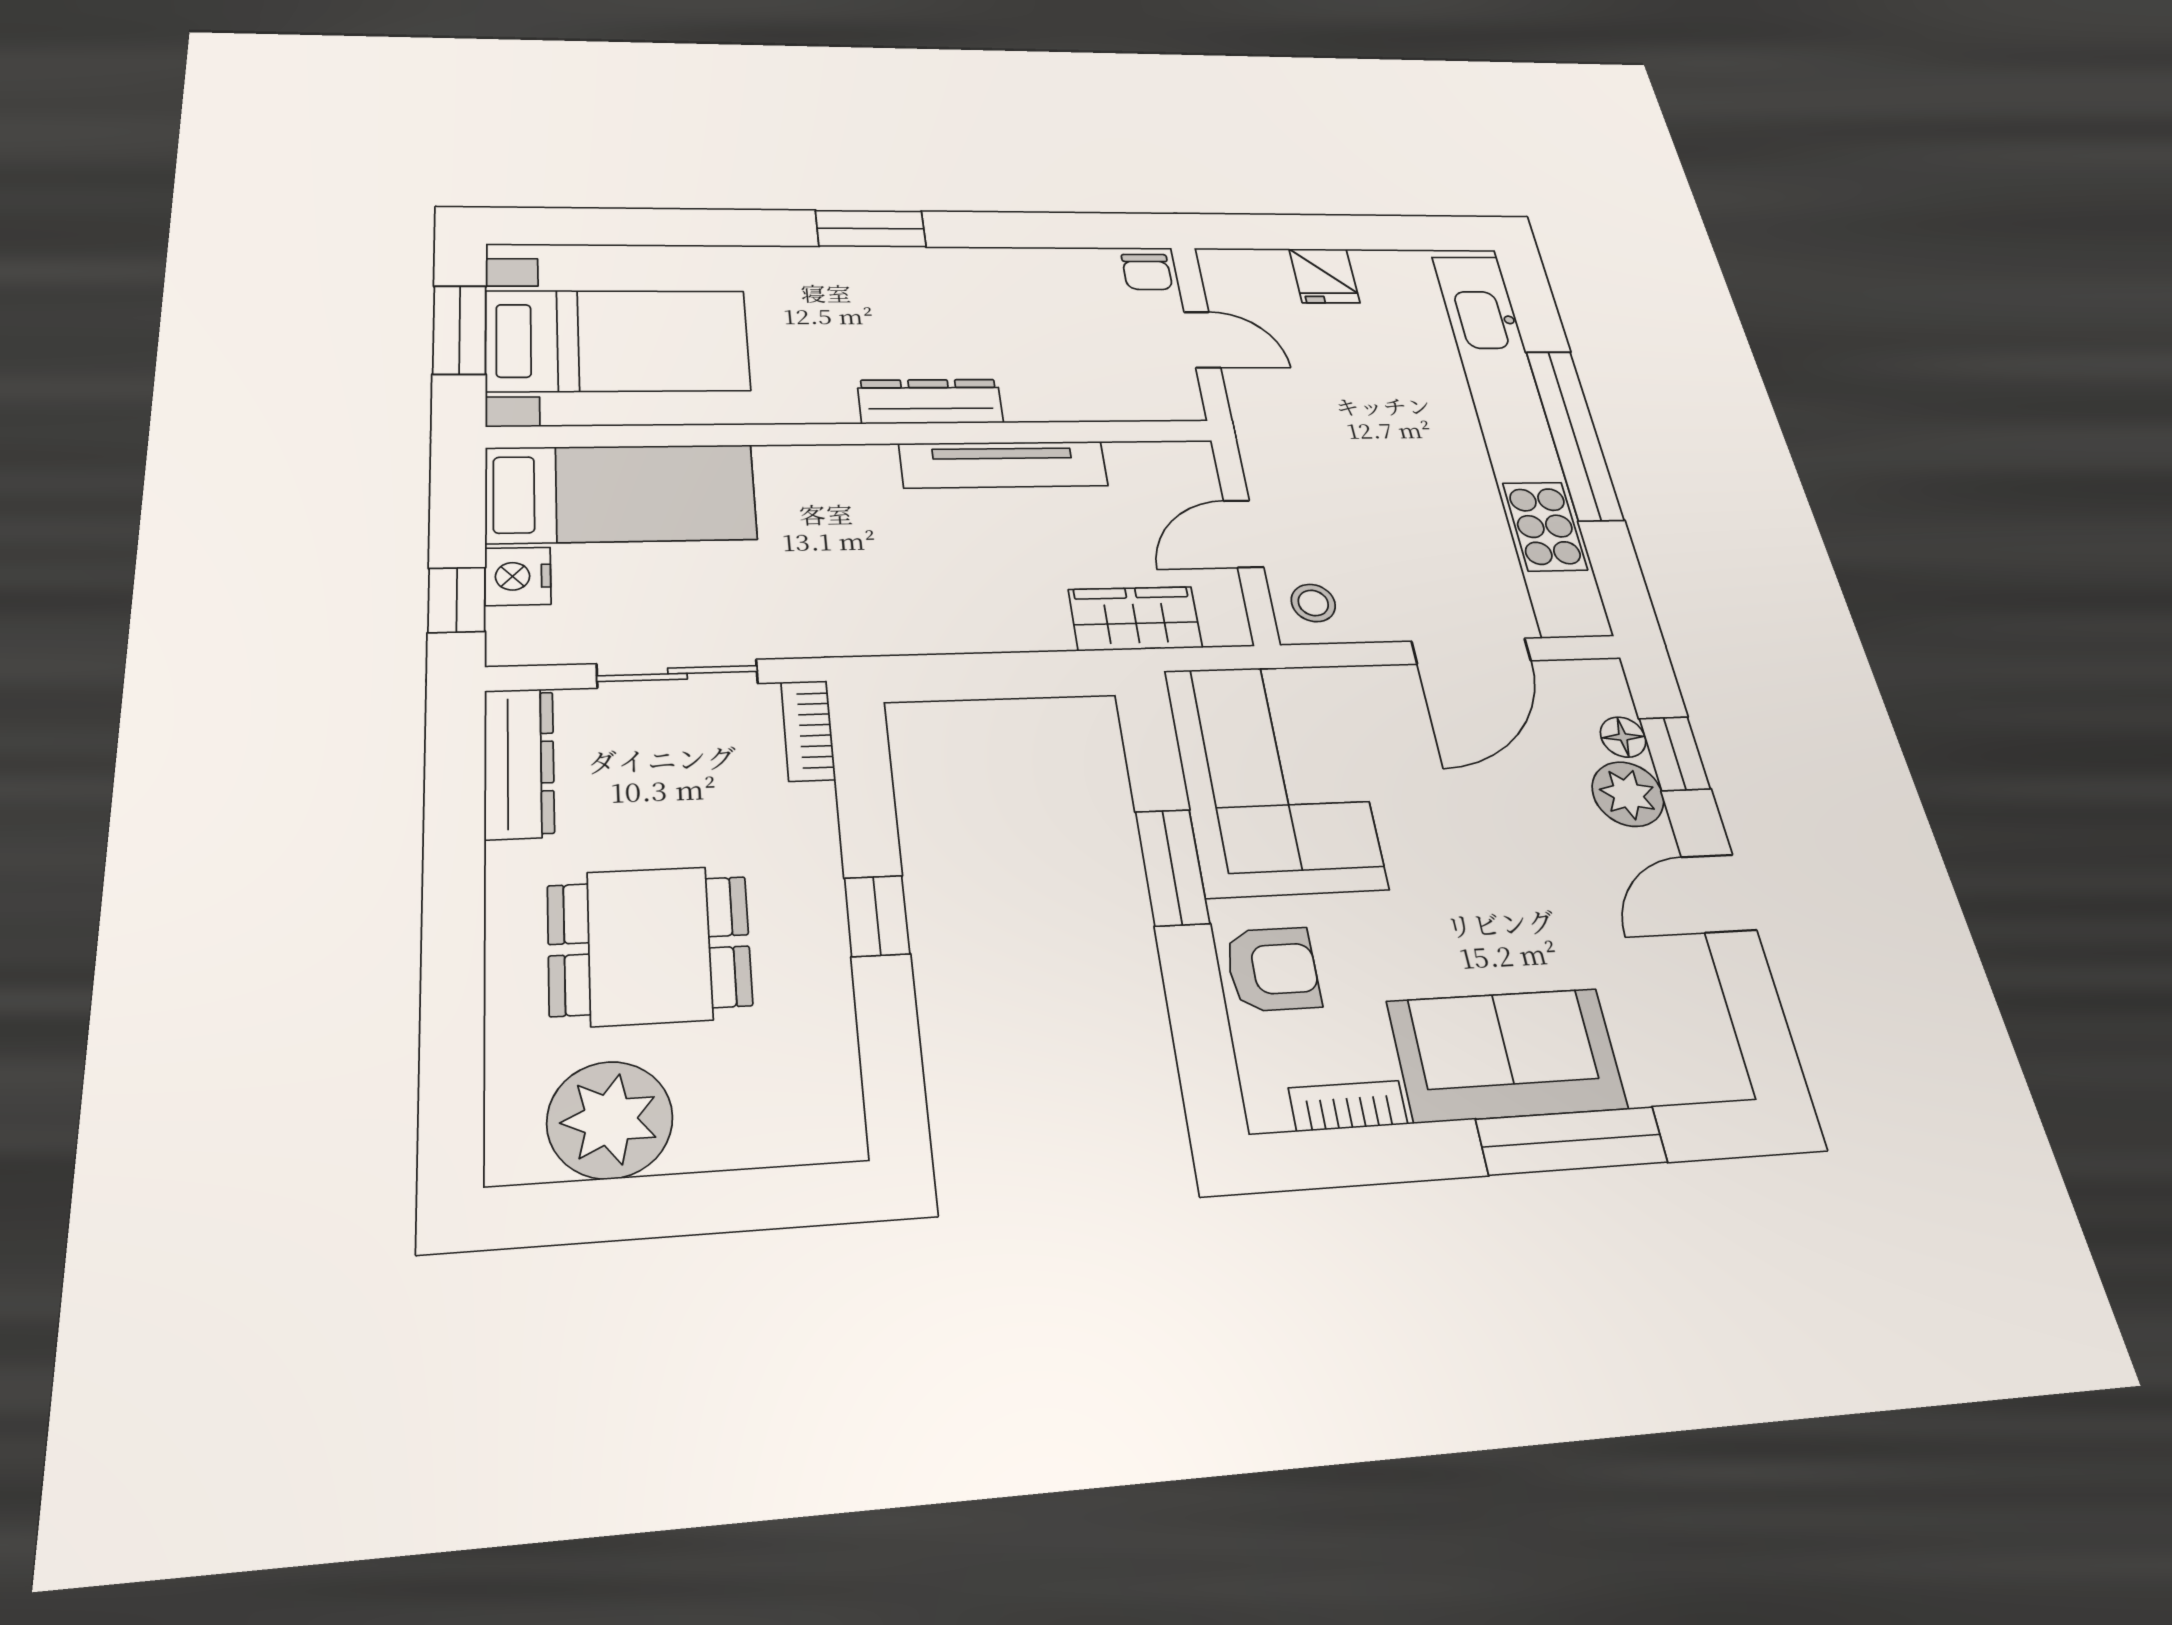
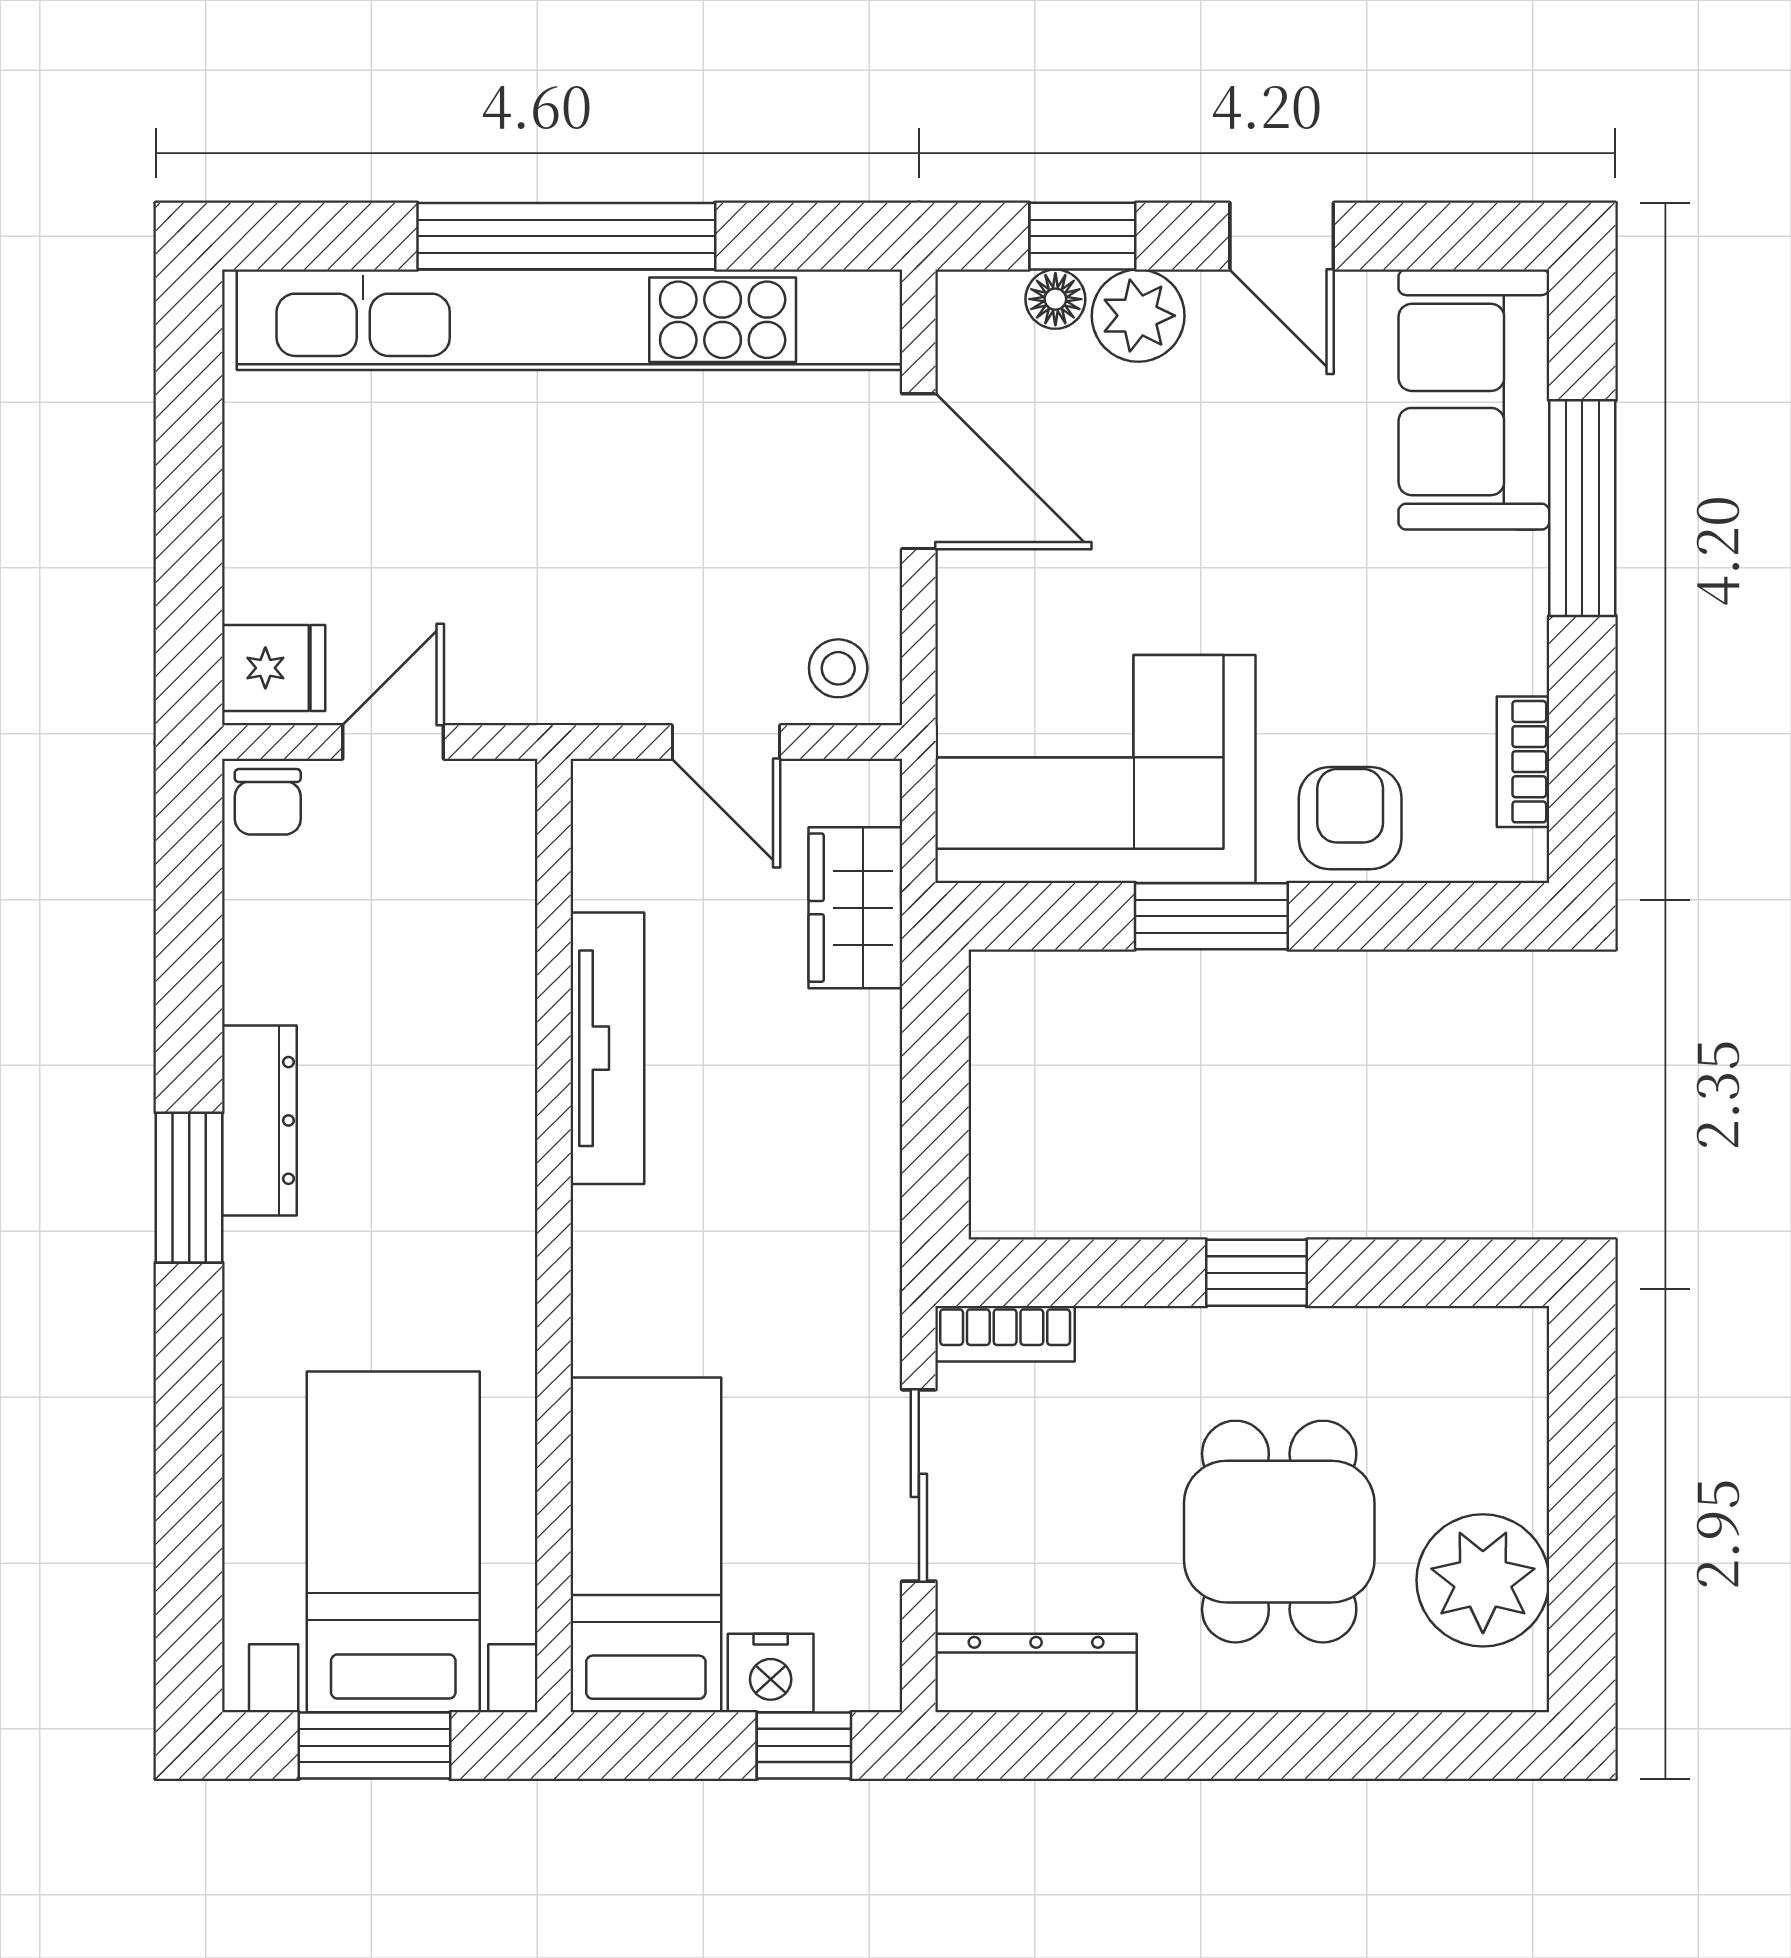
chair: (1147, 272) -> (268, 802), turned 90
fridge: (1324, 276) -> (274, 668), moved
dresser: (930, 402) -> (259, 1120), moved, turned 180
sofa: (1507, 1055) -> (1474, 399), moved

